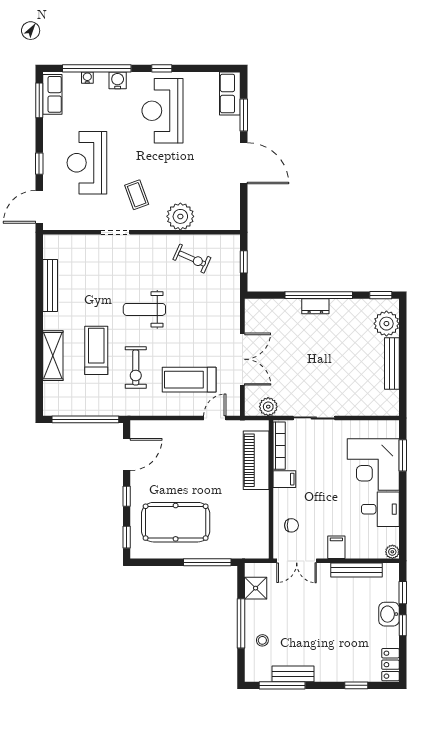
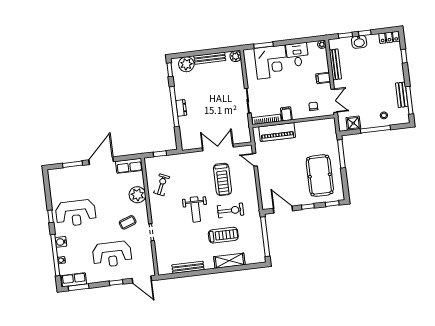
row of seats: (230, 94) -> (129, 166), moved
treadmill: (96, 350) -> (223, 235), turned 180
treadmill: (189, 380) -> (222, 179), moved
plant: (268, 407) -> (236, 56), moved

